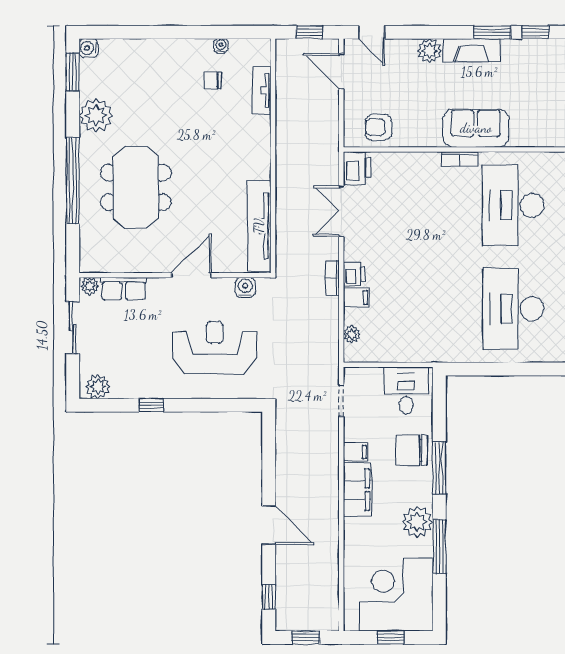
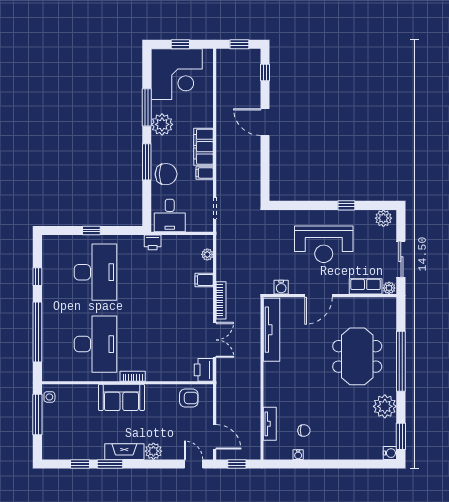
printer: (354, 274) -> (153, 242), moved, turned -90
bookcase: (332, 278) -> (221, 300), width x1.56
reception desk: (215, 348) -> (324, 244), moved
window: (519, 369) -> (91, 231), added

